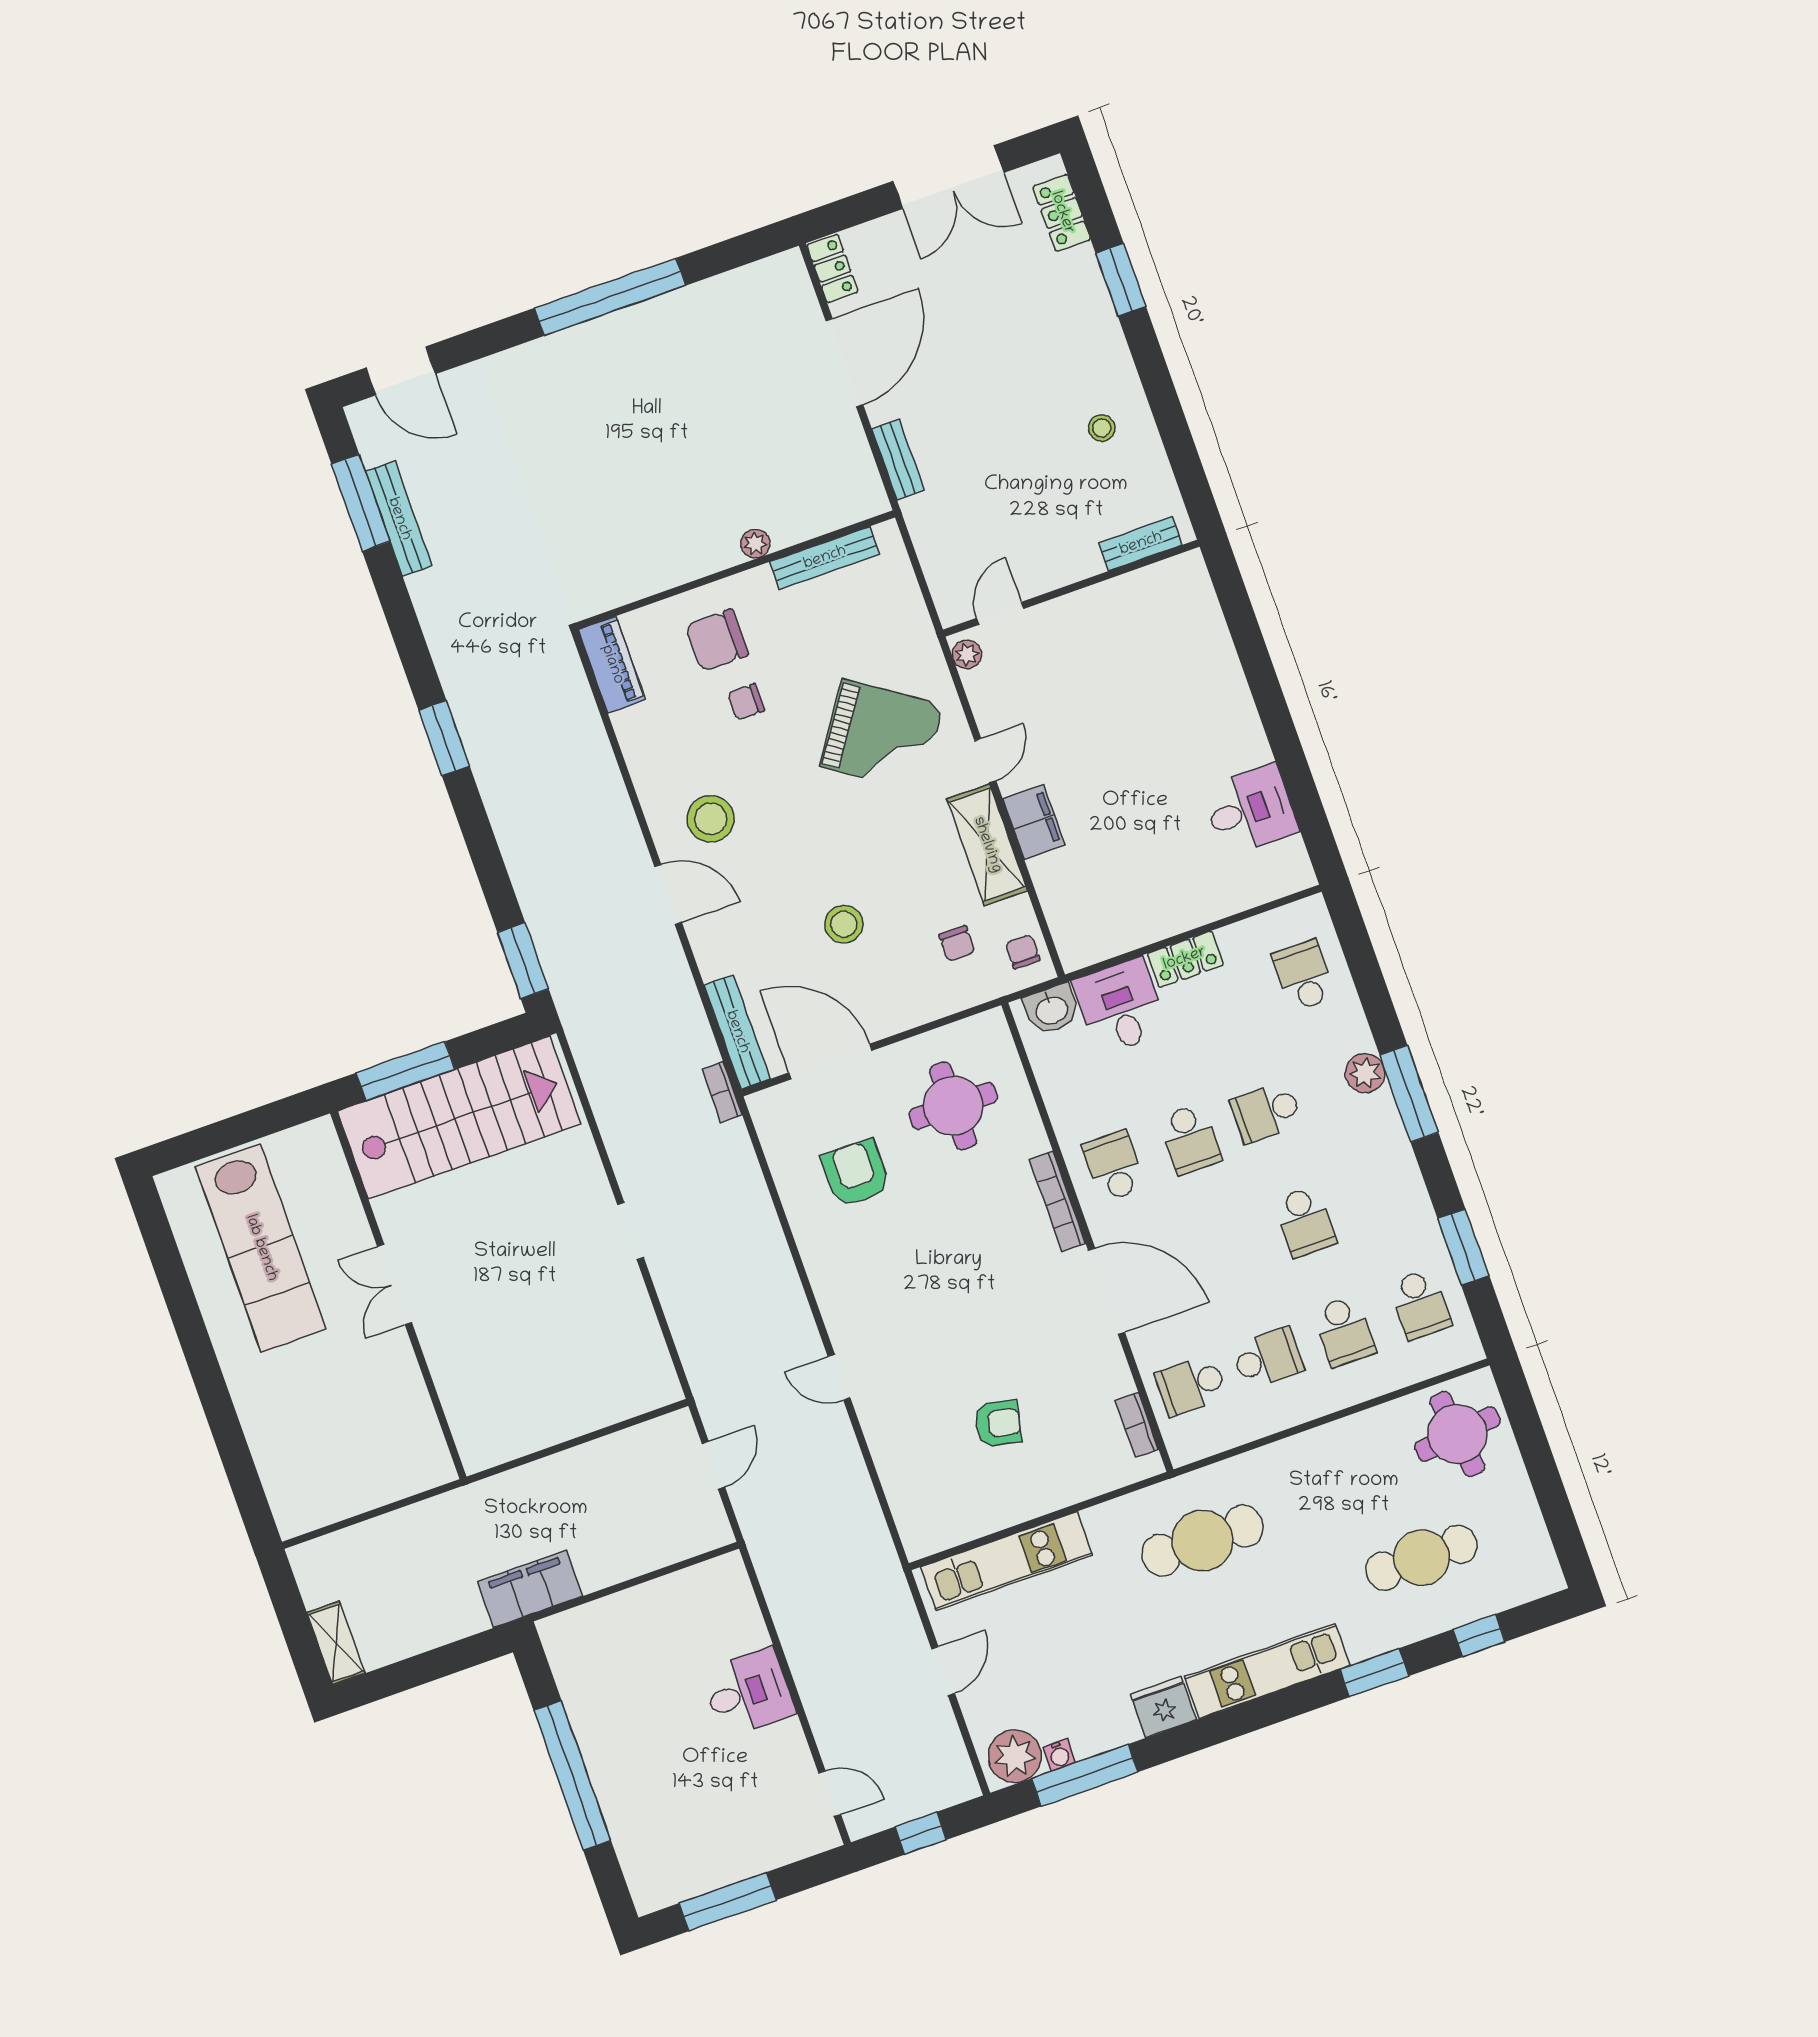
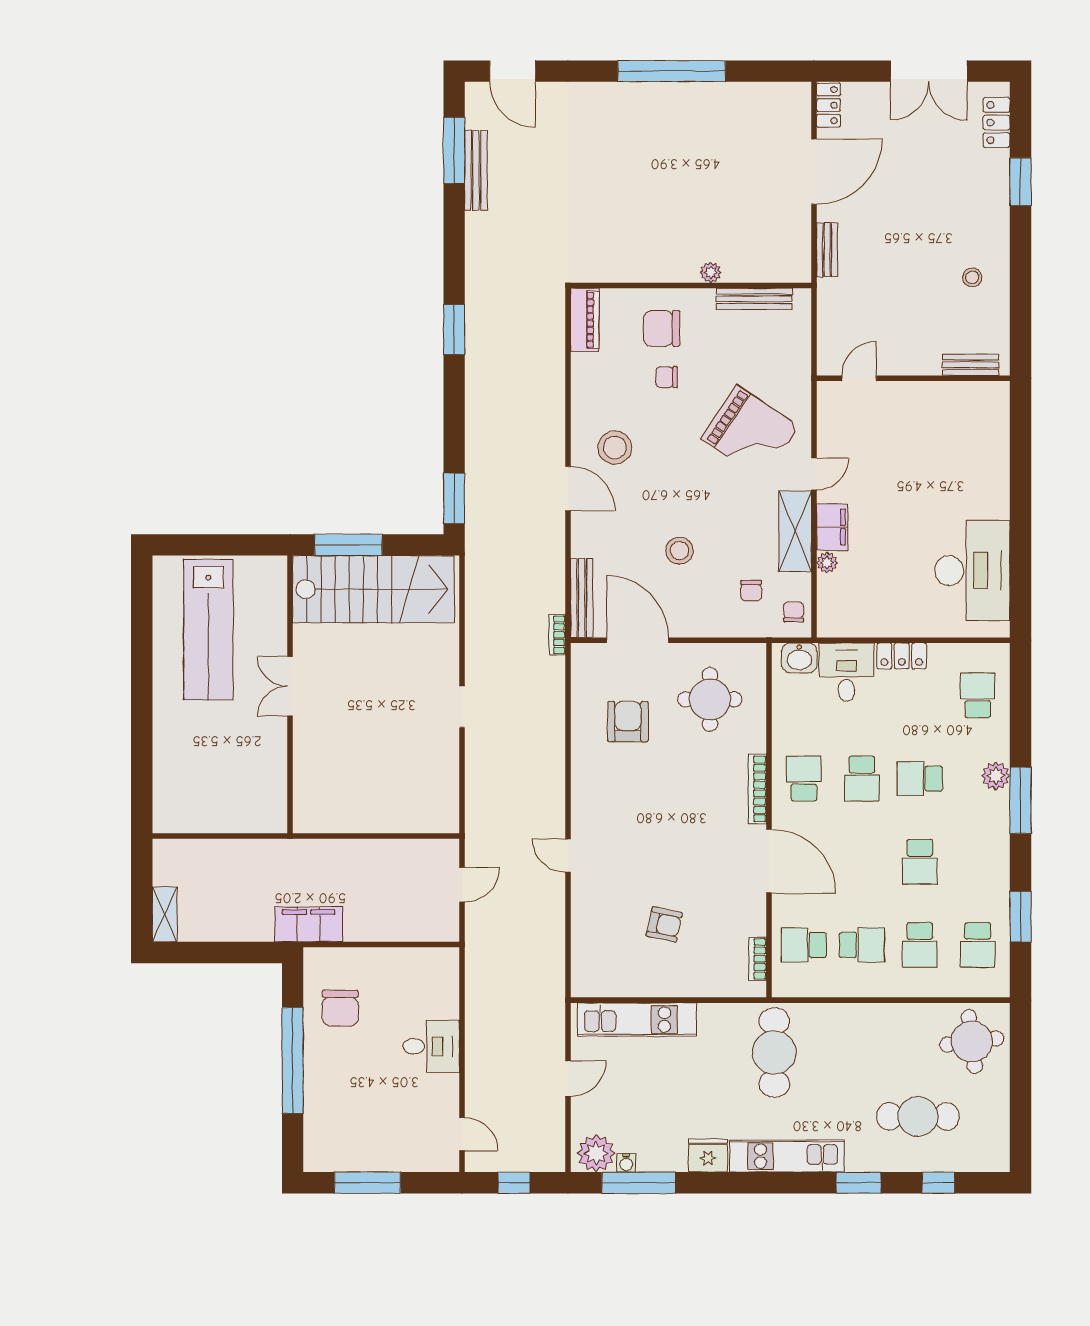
plant: (967, 654) -> (827, 563), moved
desk: (1250, 810) -> (972, 571), width x1.87, depth x1.30
cafe table: (1202, 1541) -> (774, 1053), turned 90
chair: (611, 1685) -> (340, 1008), added

